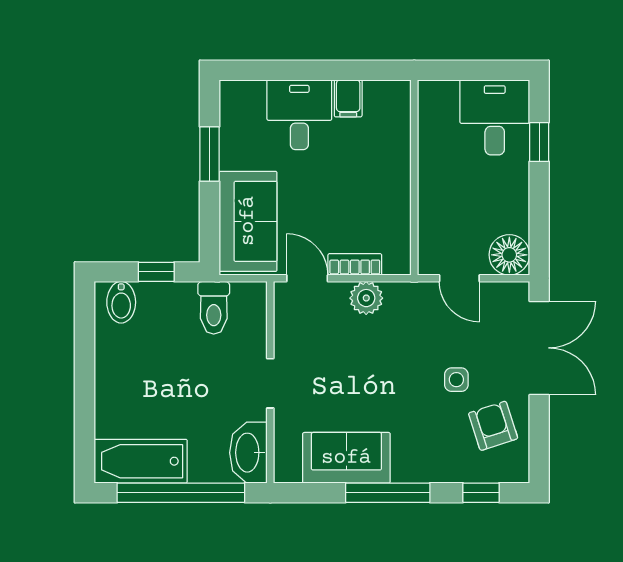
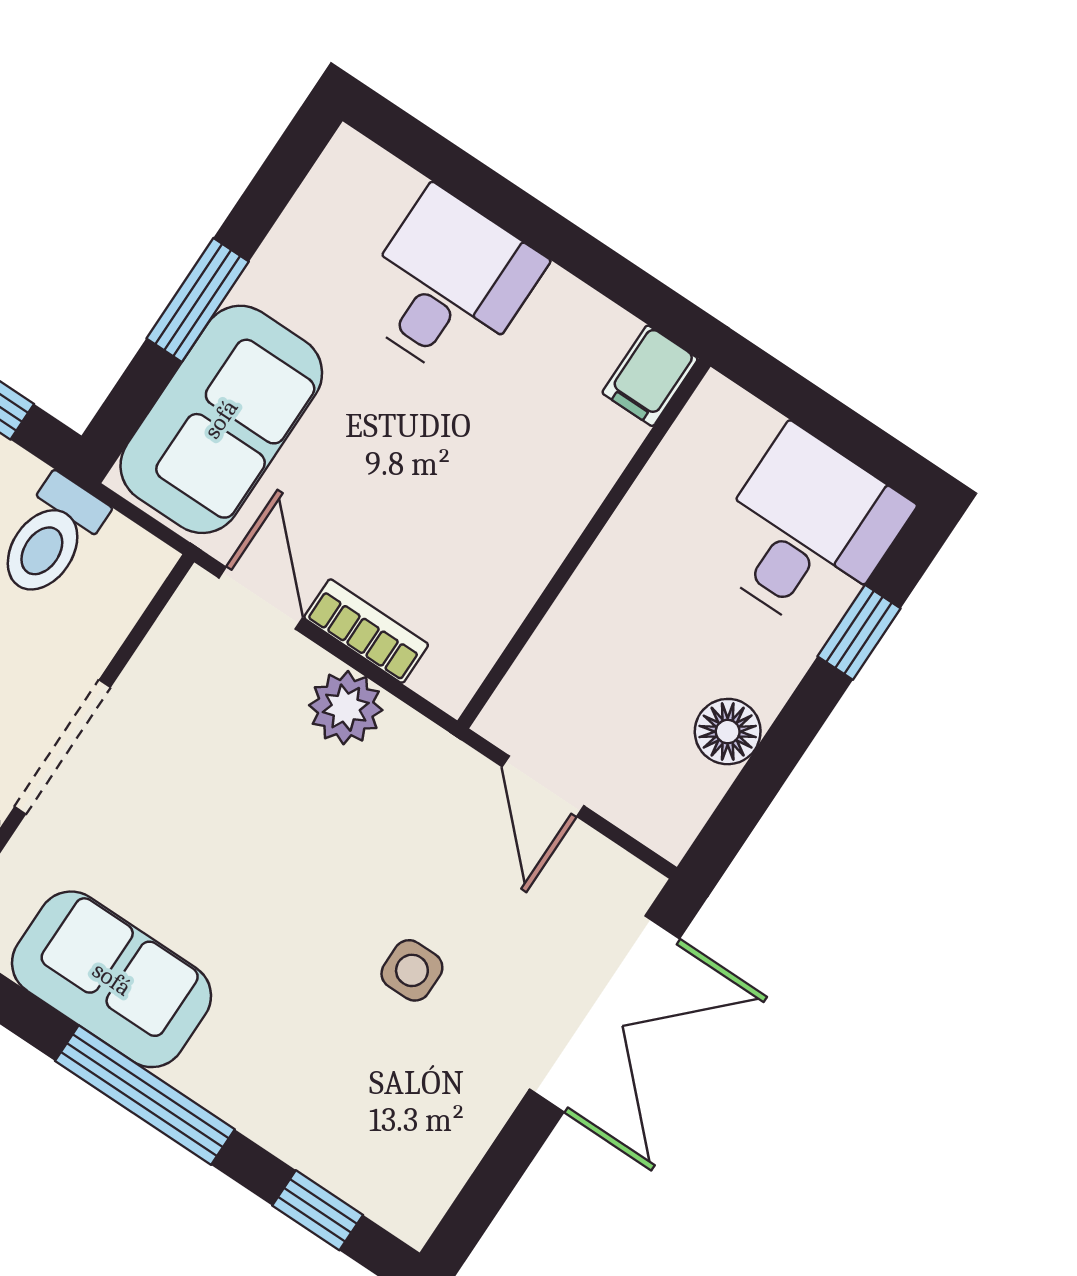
filing cabinet: (348, 98) -> (650, 376), moved
window: (209, 154) -> (198, 300), moved
floor lamp: (509, 255) -> (728, 732), moved, width x0.73, depth x0.73
doorway: (270, 383) -> (62, 747), width x1.38
armchair: (493, 426) -> (423, 1101), removed

